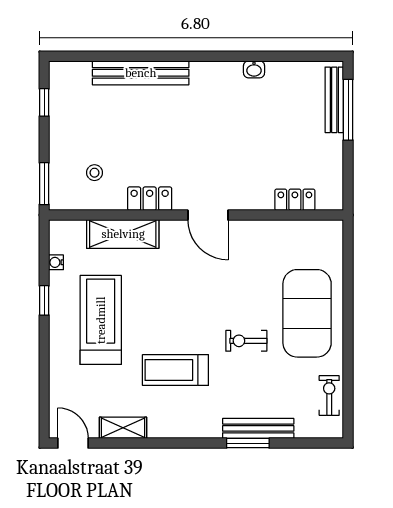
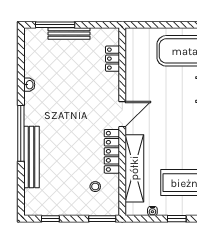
window: (178, 56) -> (21, 133), added
bench: (334, 100) -> (69, 34), moved
locker: (150, 199) -> (112, 151), width x1.53
shelving: (123, 234) -> (134, 168), width x1.47

